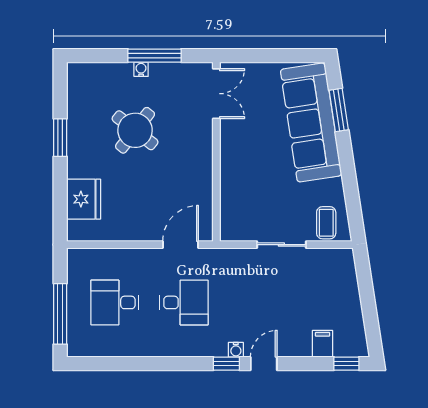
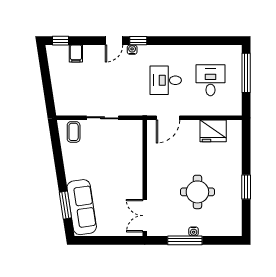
sofa: (311, 122) -> (82, 207), width x0.74, depth x0.79
round table: (135, 130) -> (197, 192), turned -38
fridge: (84, 199) -> (213, 131), moved, turned -90
desk: (115, 302) -> (210, 80), turned -90

